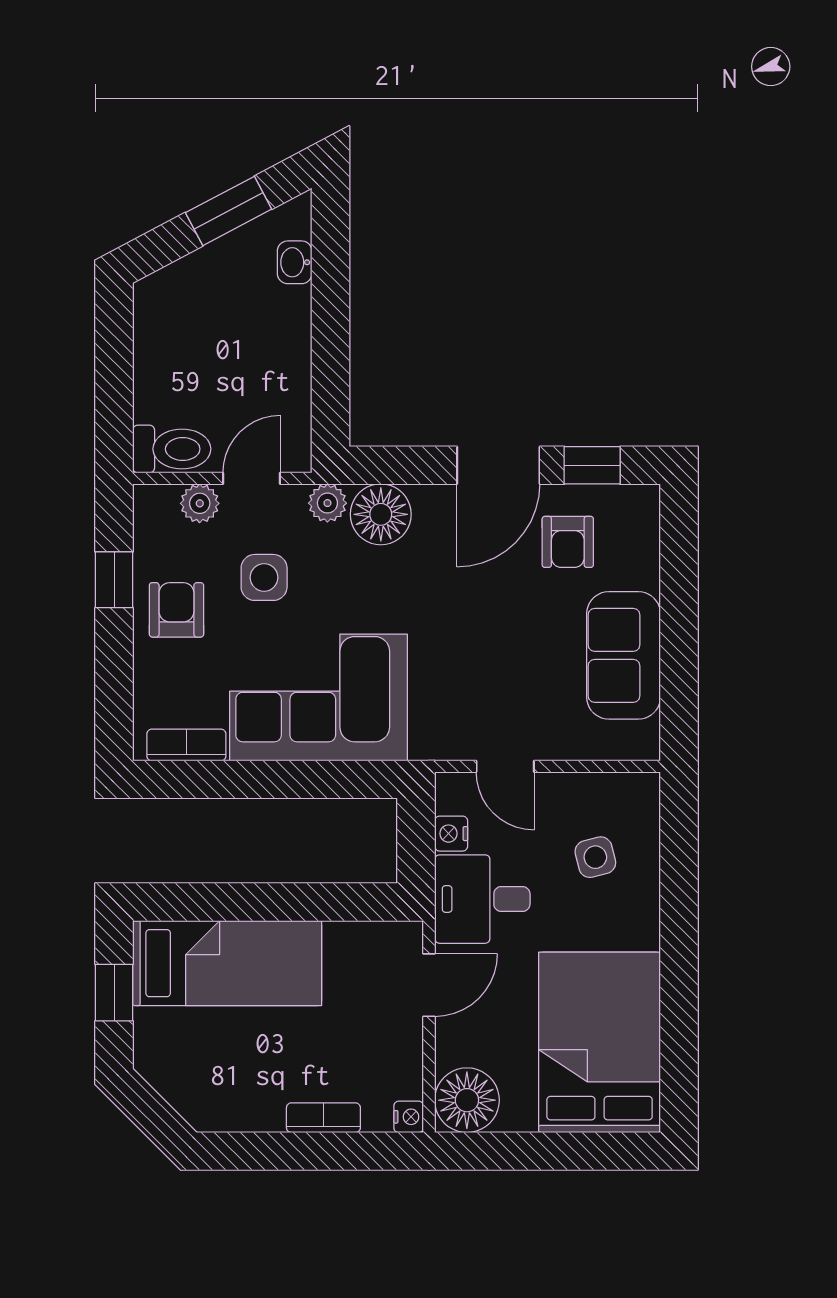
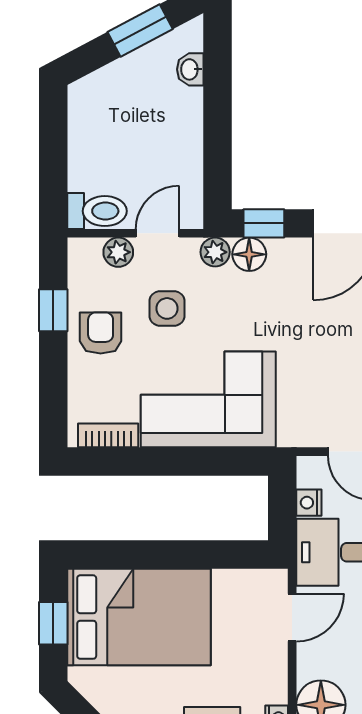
window: (392, 465) -> (264, 223), added
floor lamp: (381, 514) -> (249, 254), width x0.73, depth x0.73
bed: (227, 963) -> (139, 617), width x1.50

